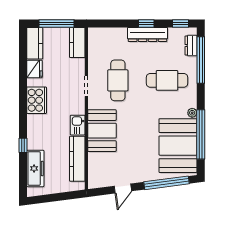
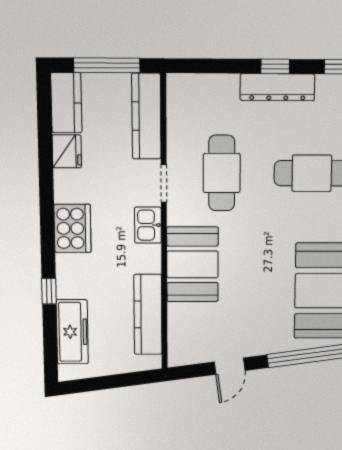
kitchen counter: (77, 42) -> (146, 116), width x1.50
cooker: (37, 100) -> (73, 228), moved
kitchen sink: (78, 125) -> (148, 225), moved

